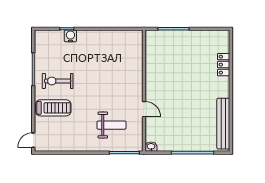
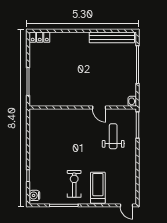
water cooler: (70, 36) -> (34, 195), moved
locker: (224, 65) -> (40, 37), moved
exercise bike: (58, 81) -> (74, 184), turned 180
door: (144, 109) -> (99, 108), swing flipped

